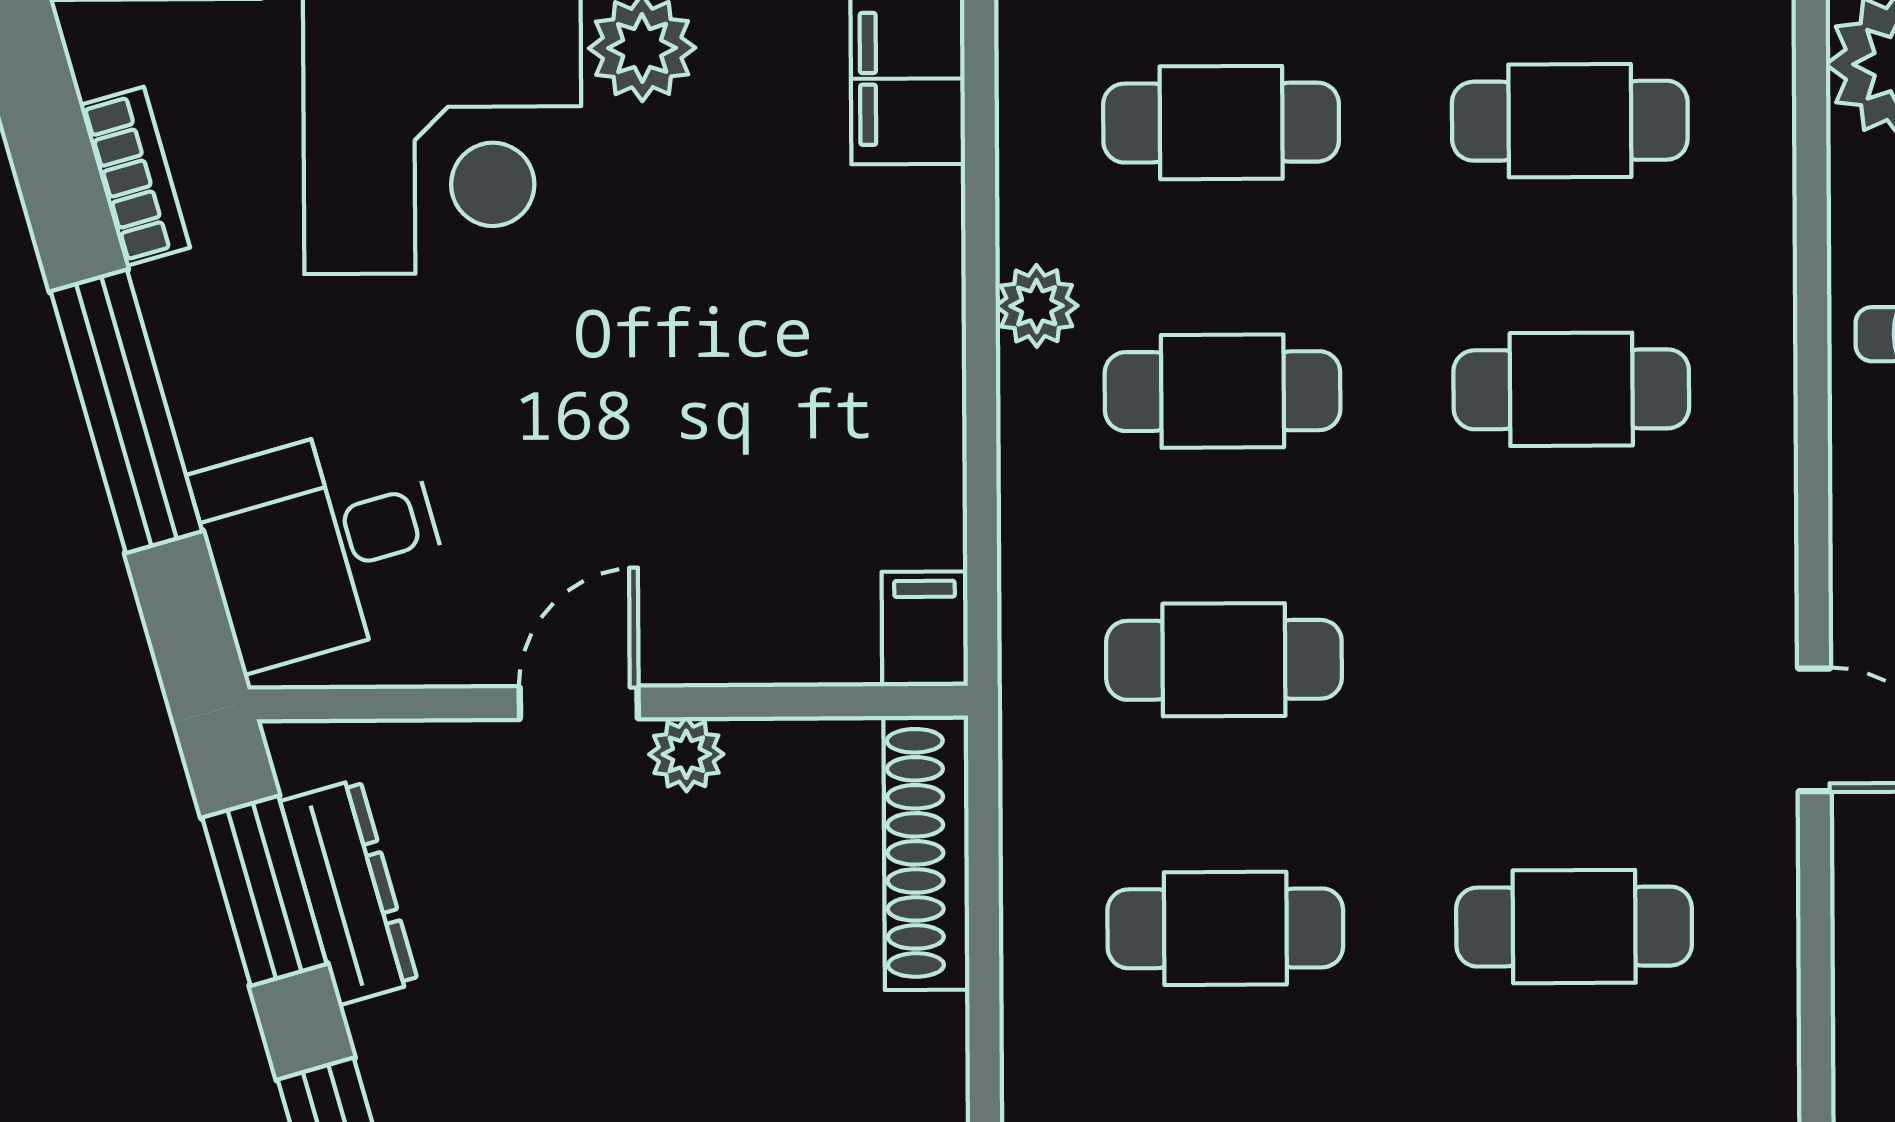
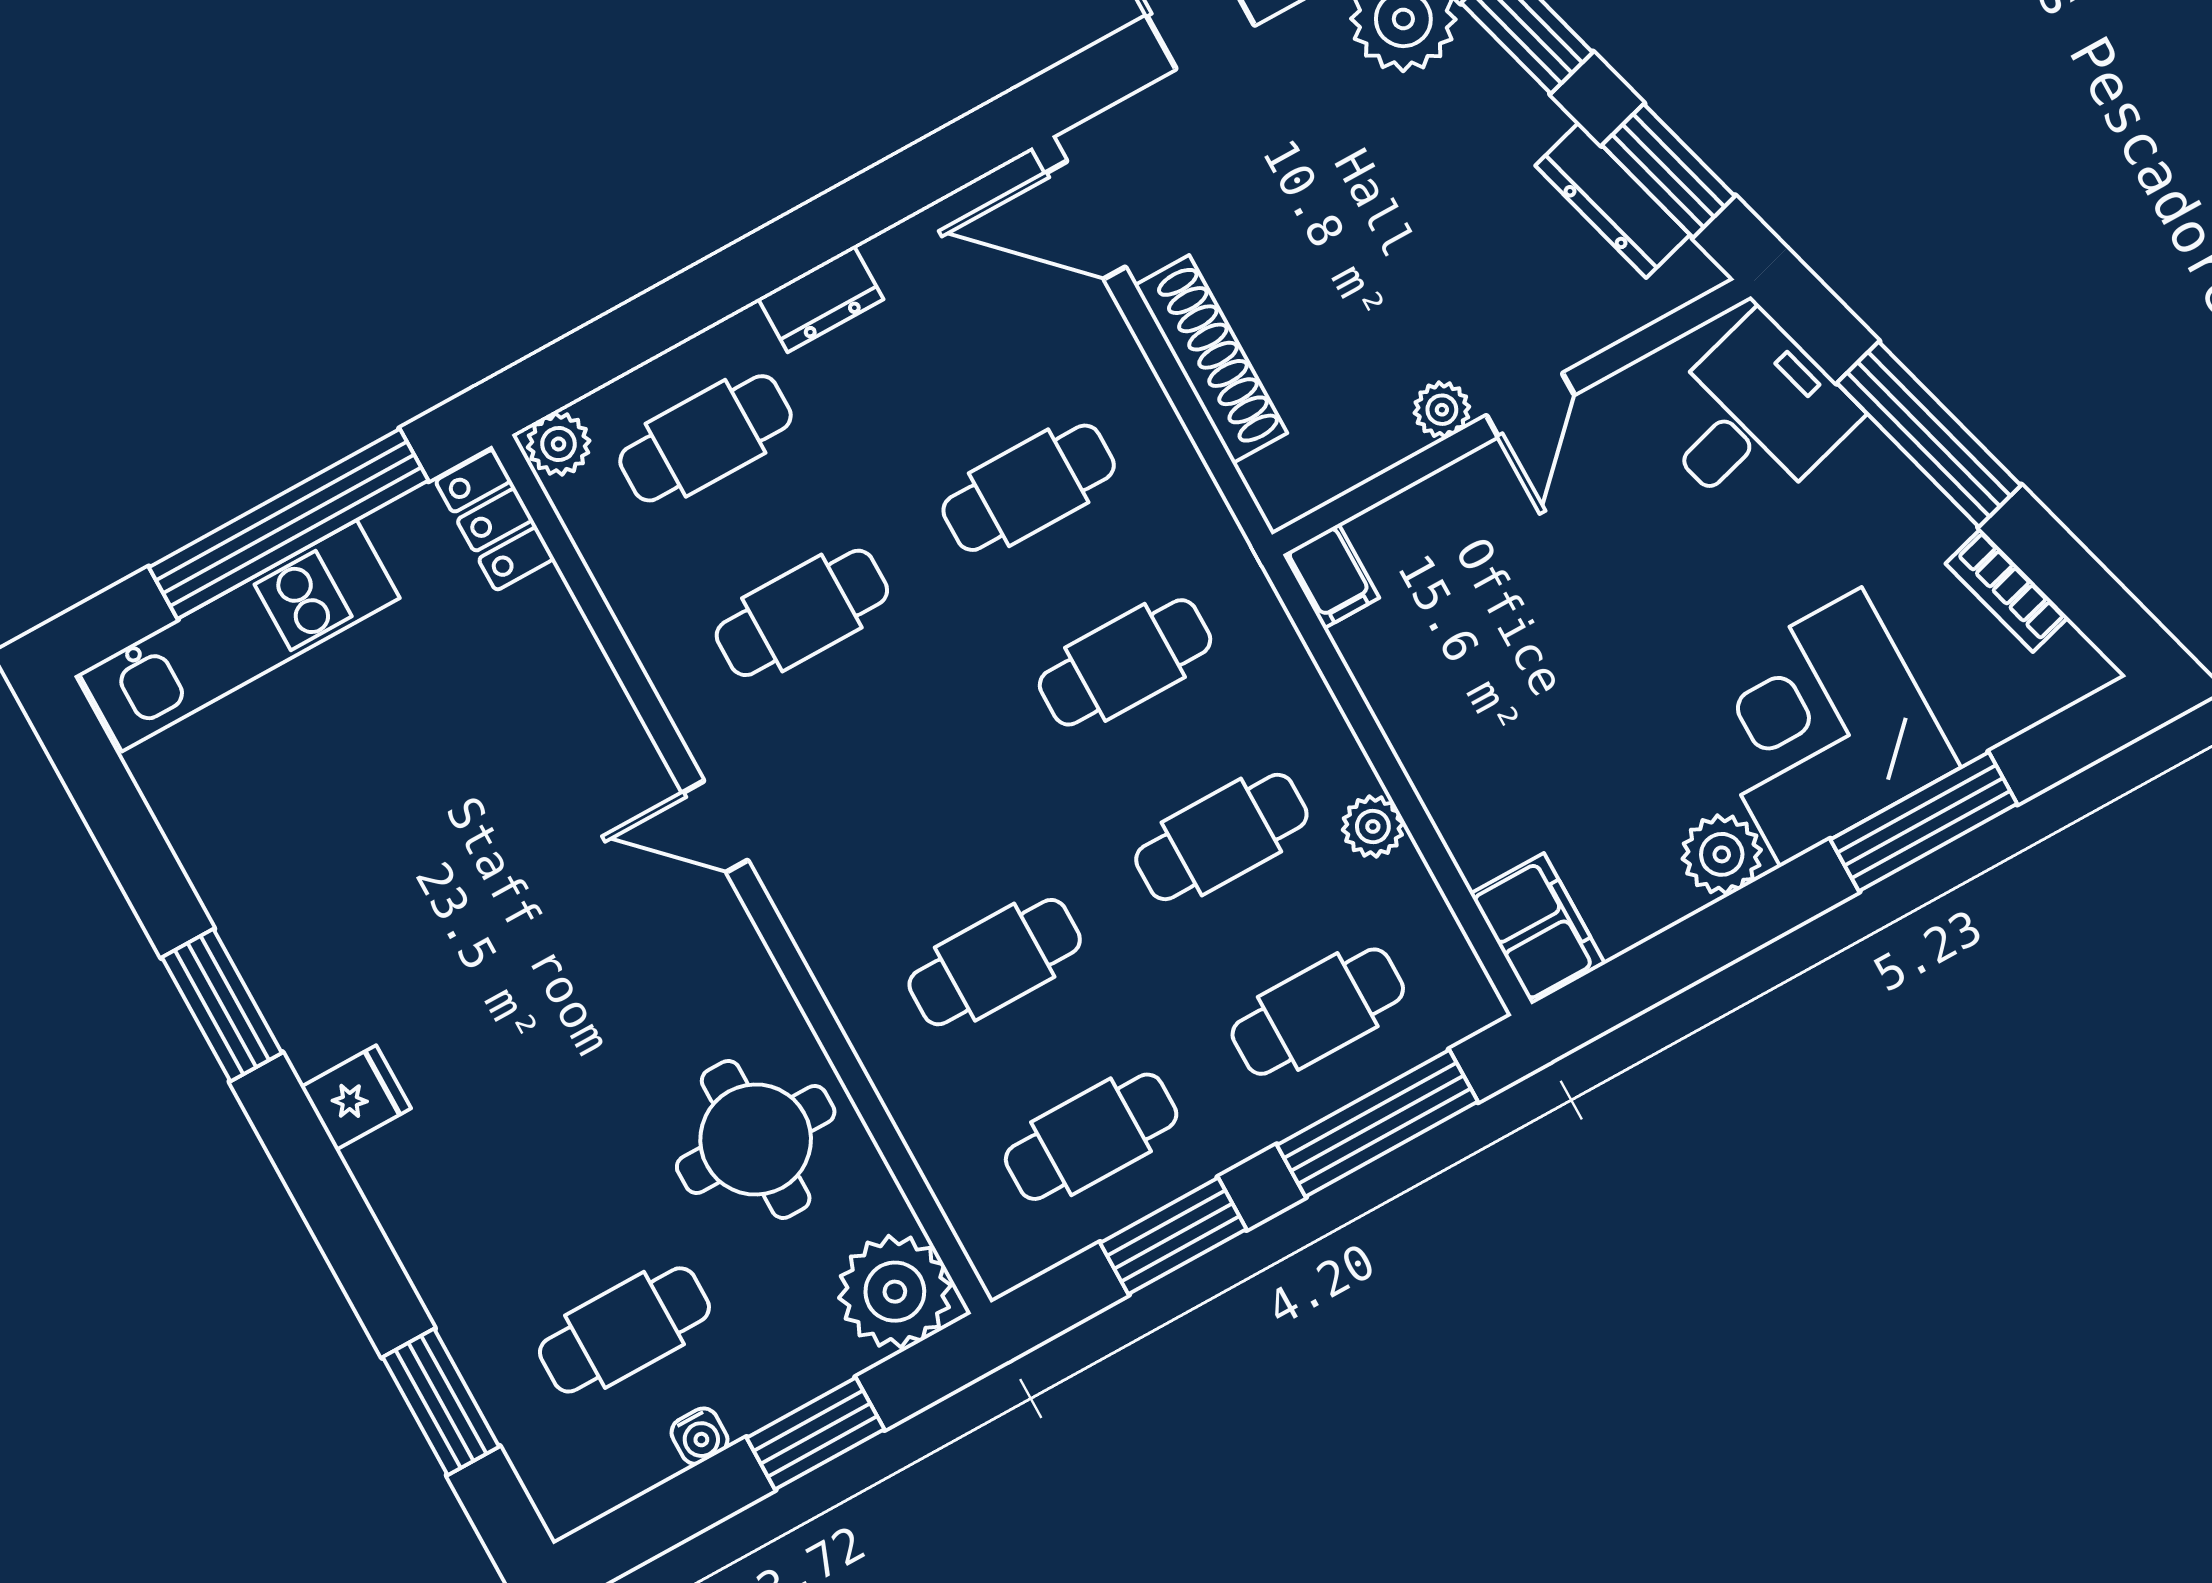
shoe rack: (926, 853) -> (1211, 359), moved

